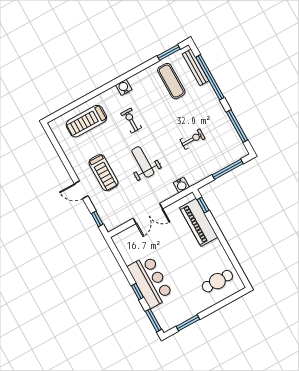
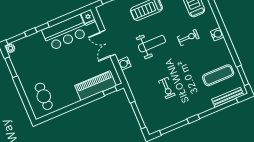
water cooler: (181, 185) -> (124, 64), moved
fridge: (120, 239) -> (88, 17), added
bar counter: (150, 281) -> (65, 33), moved
plant: (166, 326) -> (10, 48), added

